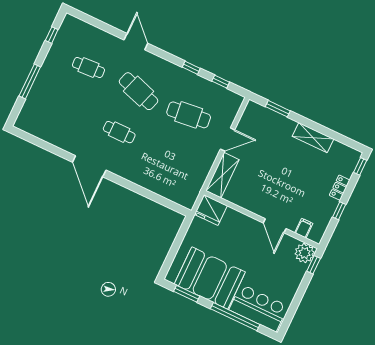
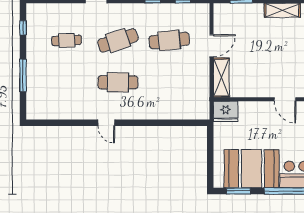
cafe table: (139, 91) -> (118, 40), turned -36
cafe table: (119, 132) -> (118, 82), width x1.37, depth x1.35
door: (89, 166) -> (106, 123), width x0.53

